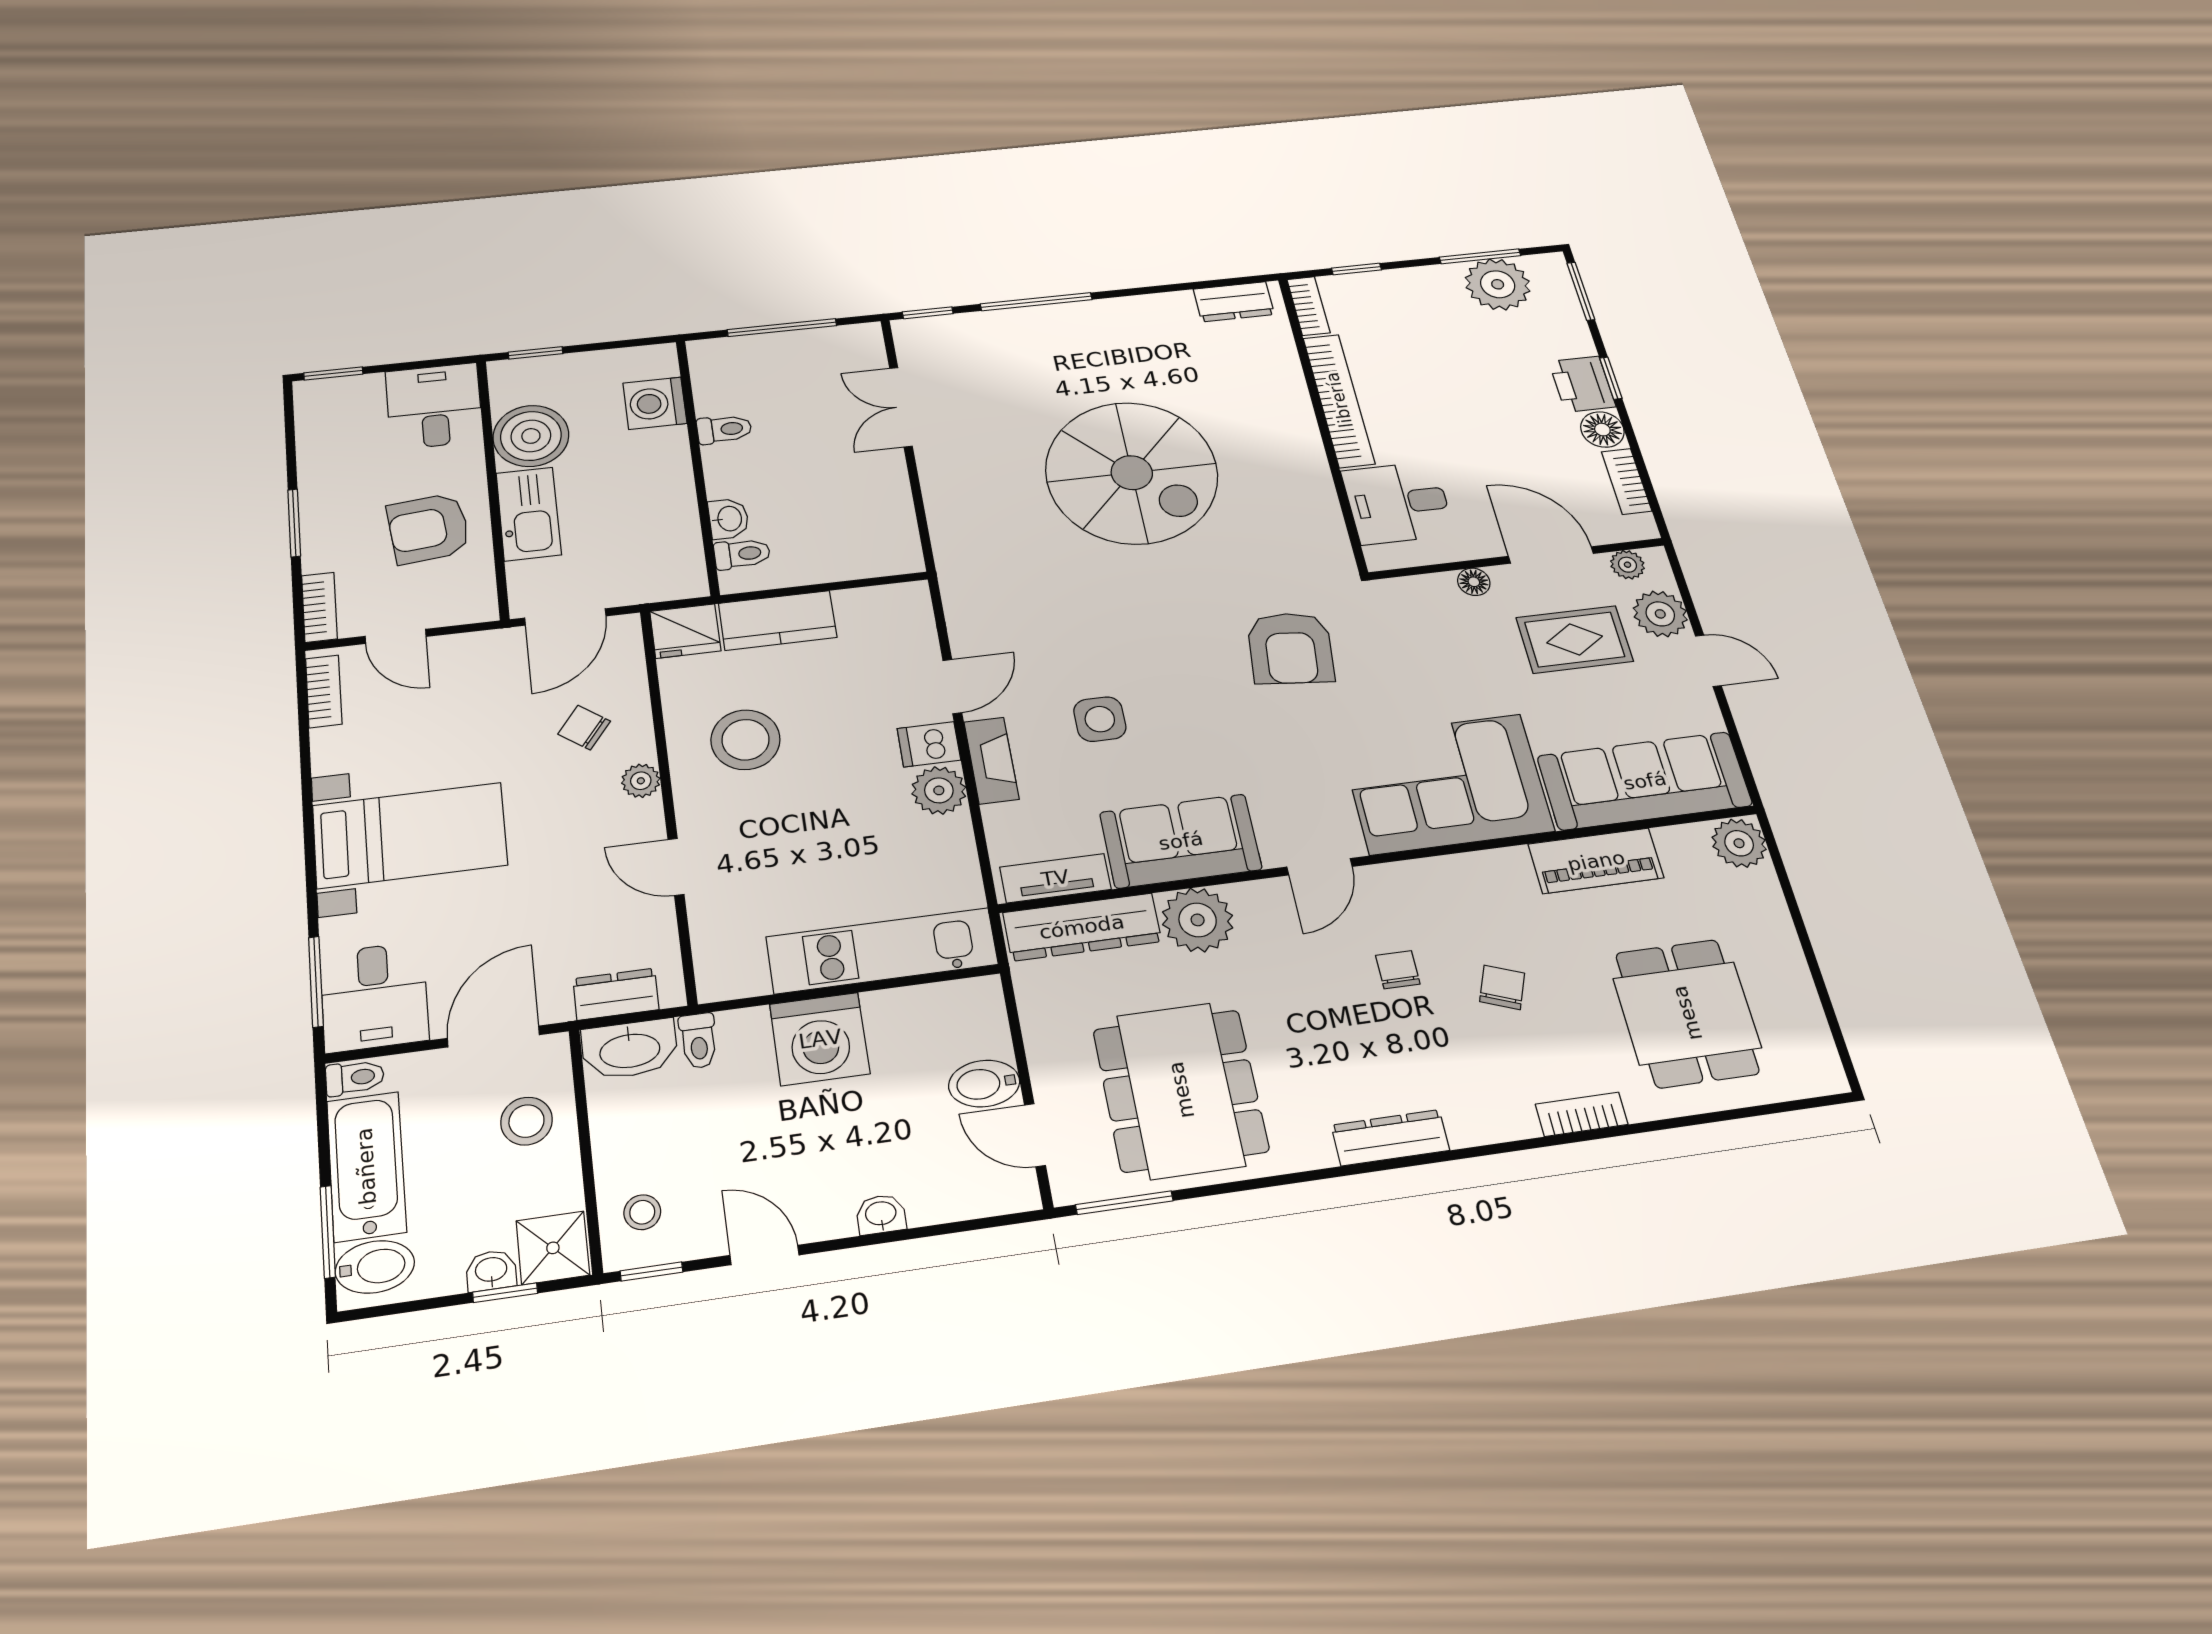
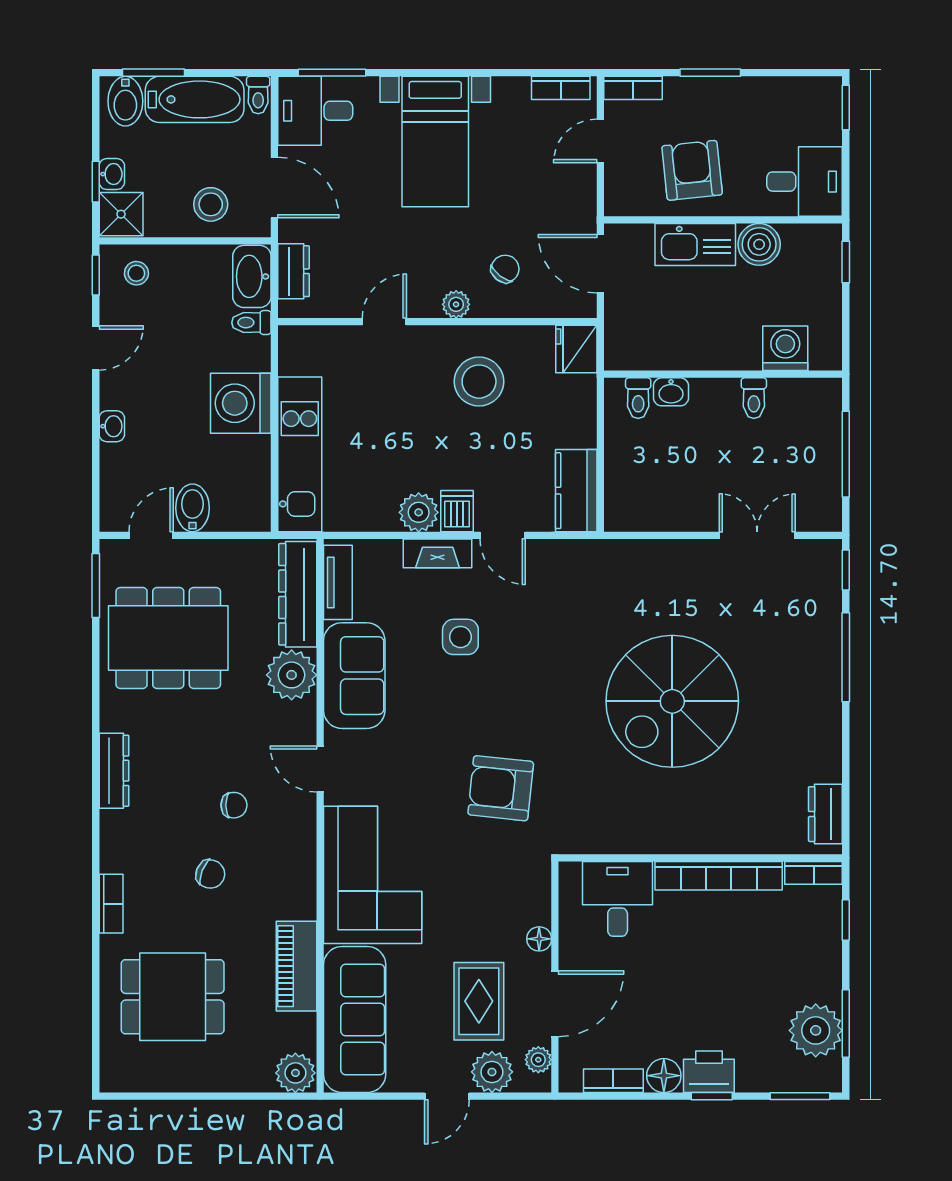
boiler: (531, 436) -> (759, 244), width x0.73, depth x0.73
kitchen counter: (778, 620) -> (576, 491), moved

